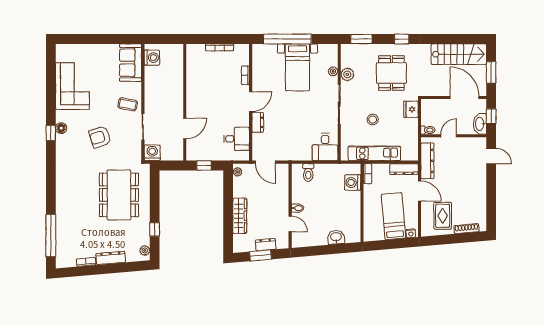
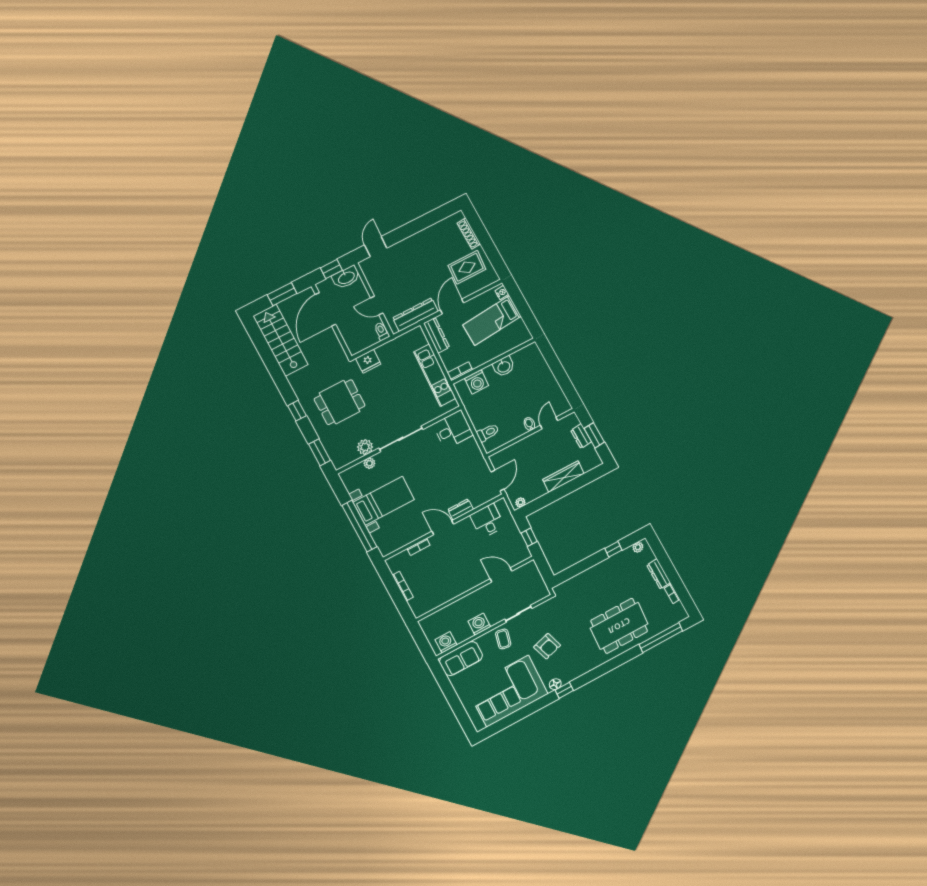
corner sofa: (72, 86) -> (507, 691), width x1.36, depth x1.36
stool: (373, 120) -> (400, 396), removed
washing machine: (152, 153) -> (479, 624), moved, turned 90
dining table: (119, 195) -> (619, 626), moved
washbasin: (336, 237) -> (504, 366), moved, turned -85

